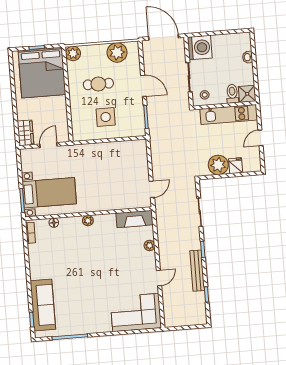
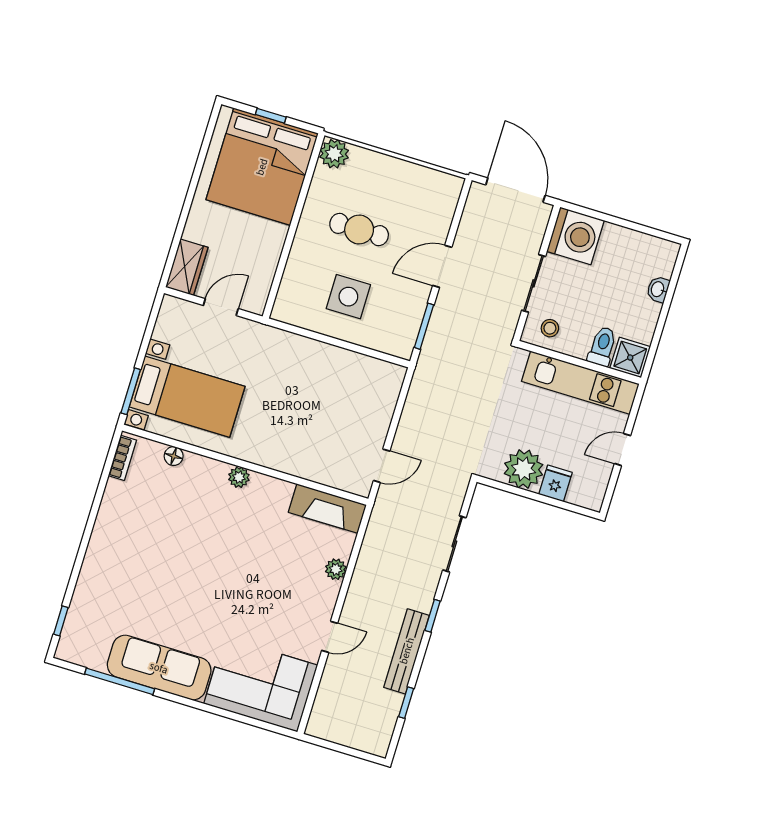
plant: (117, 52) -> (417, 184), removed
door: (144, 86) -> (442, 266), swing flipped
sofa: (43, 305) -> (159, 668), moved, turned -90

